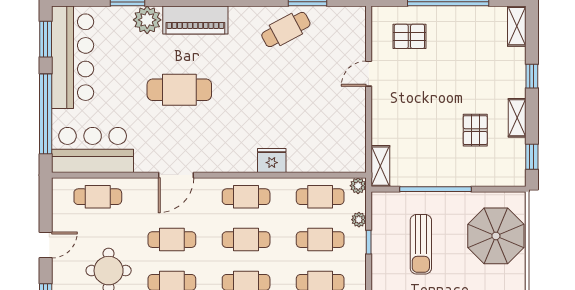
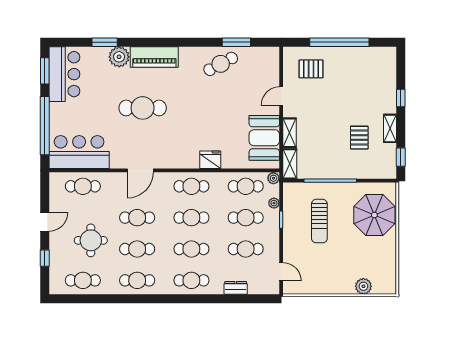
shelving: (517, 26) -> (290, 133), moved
bar counter: (73, 57) -> (64, 74), width x0.73
booth: (346, 130) -> (264, 138), added

